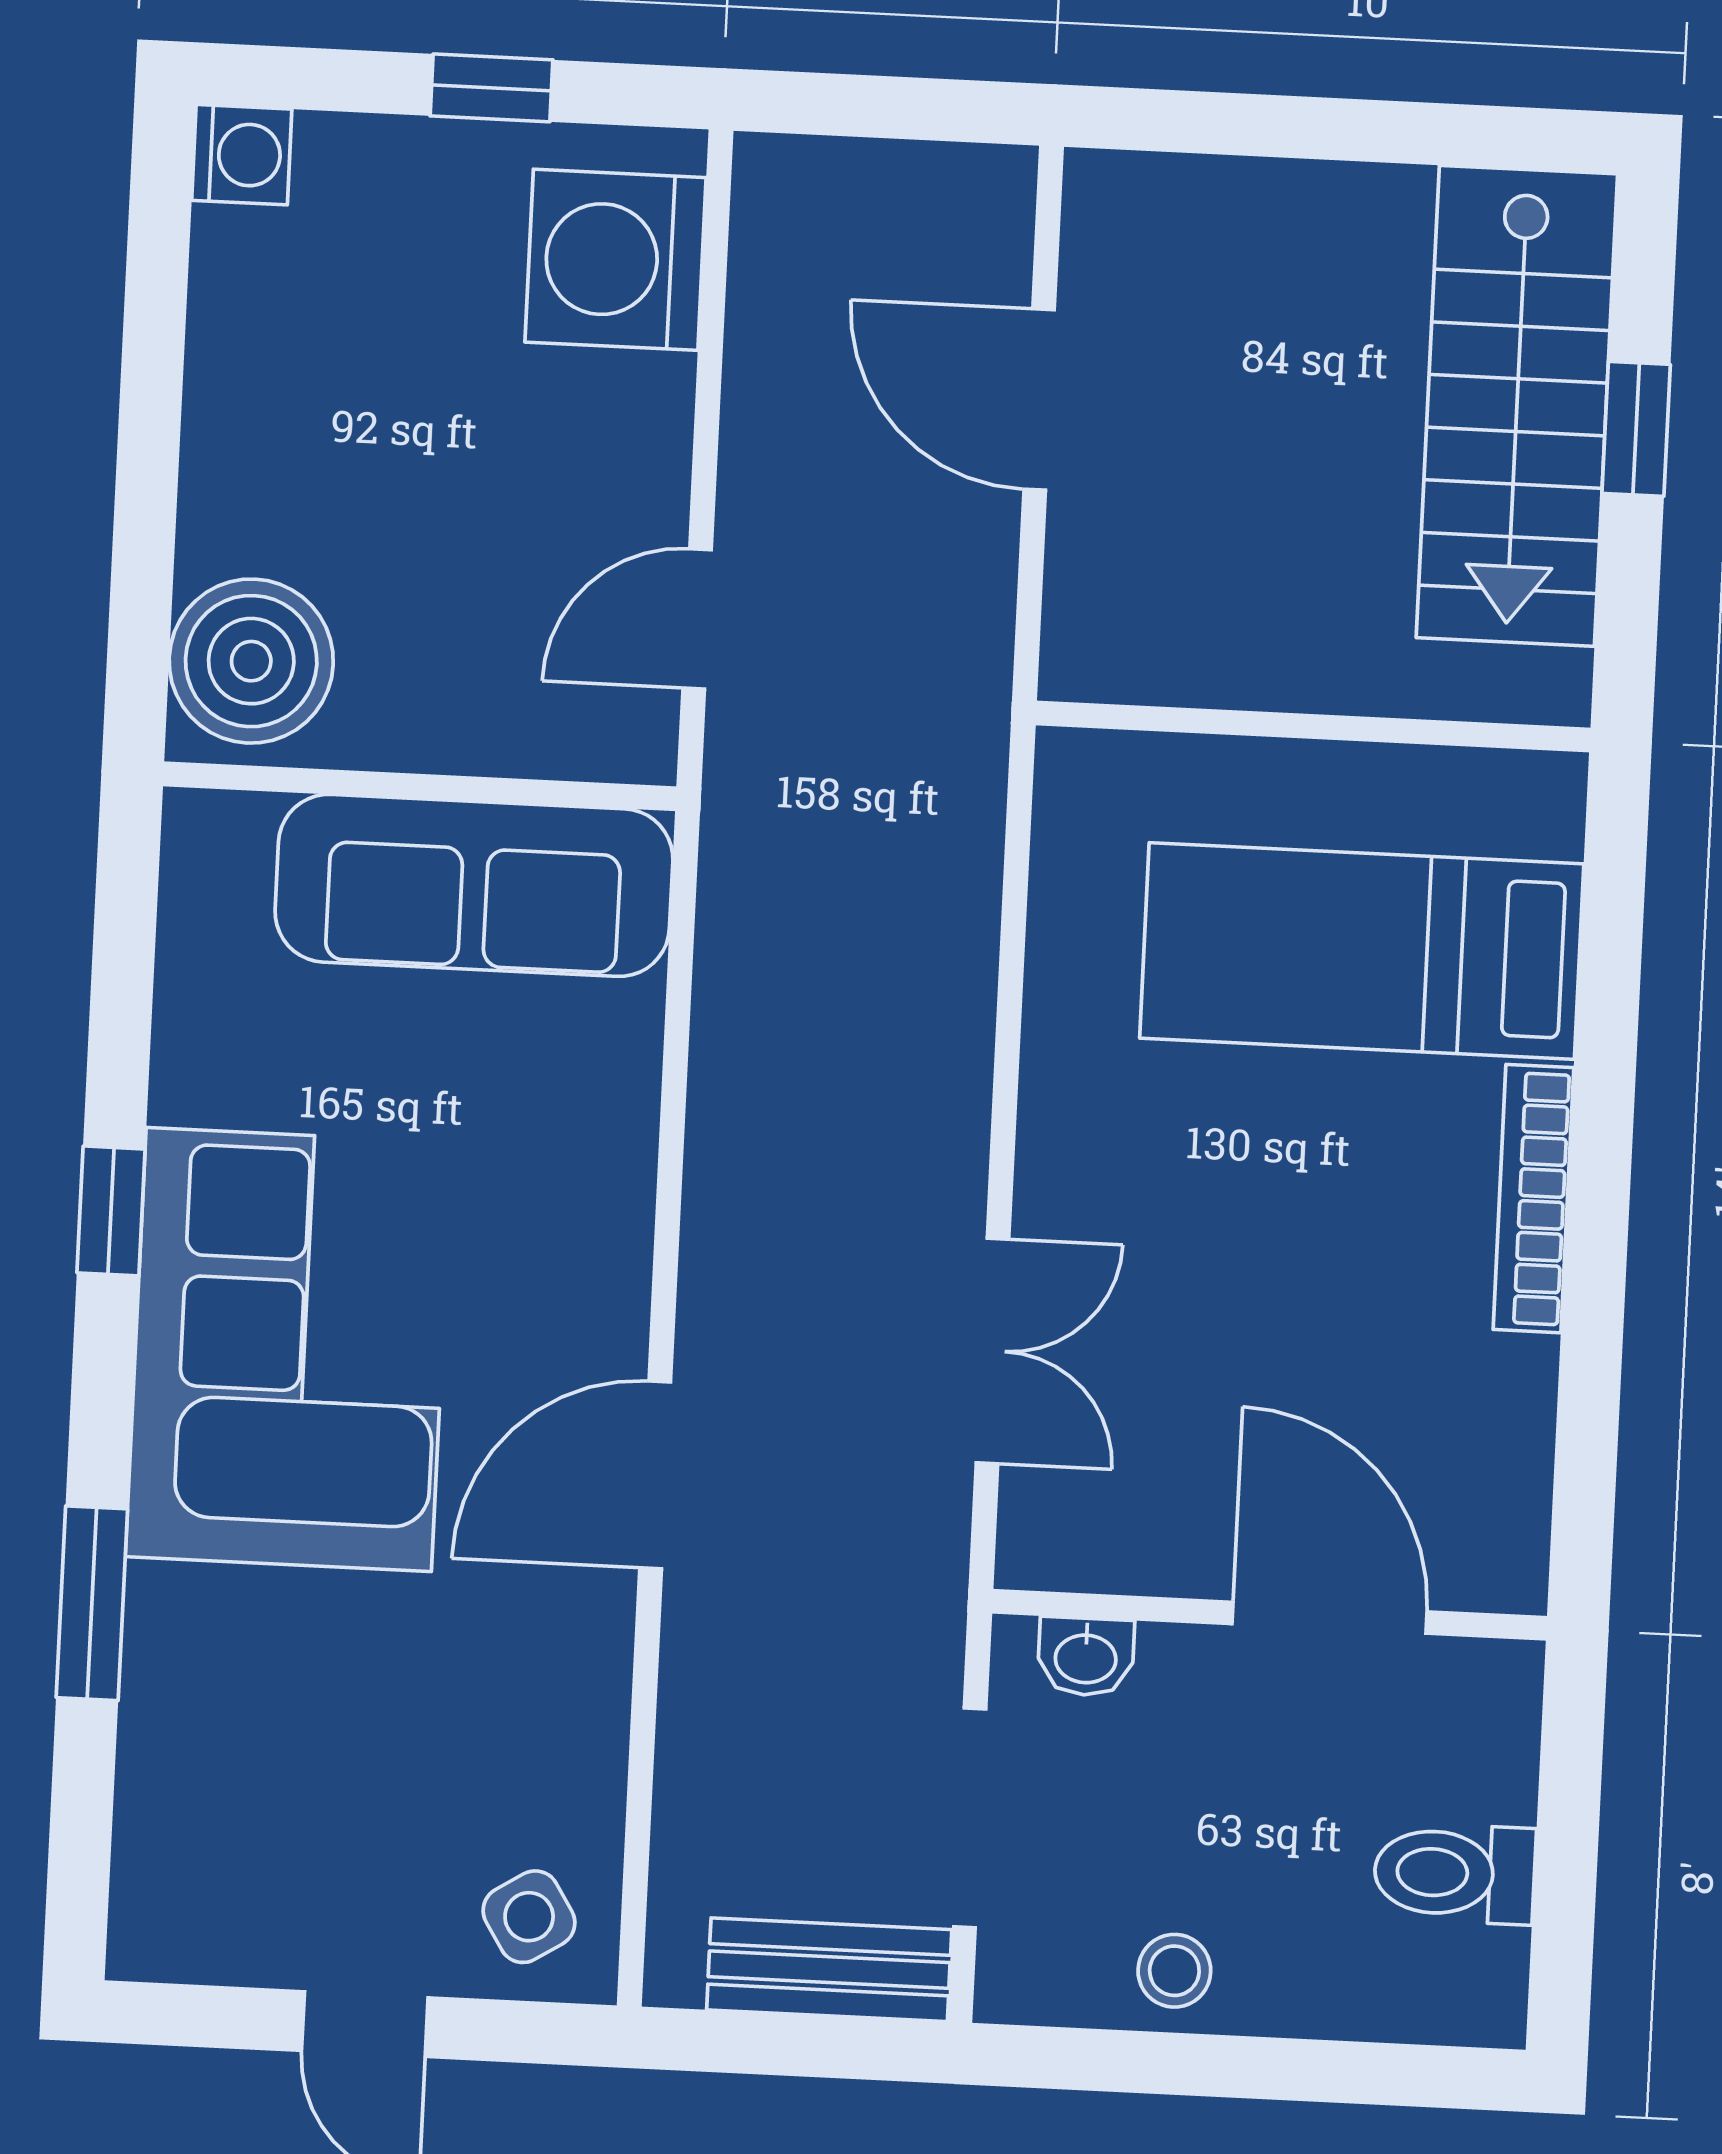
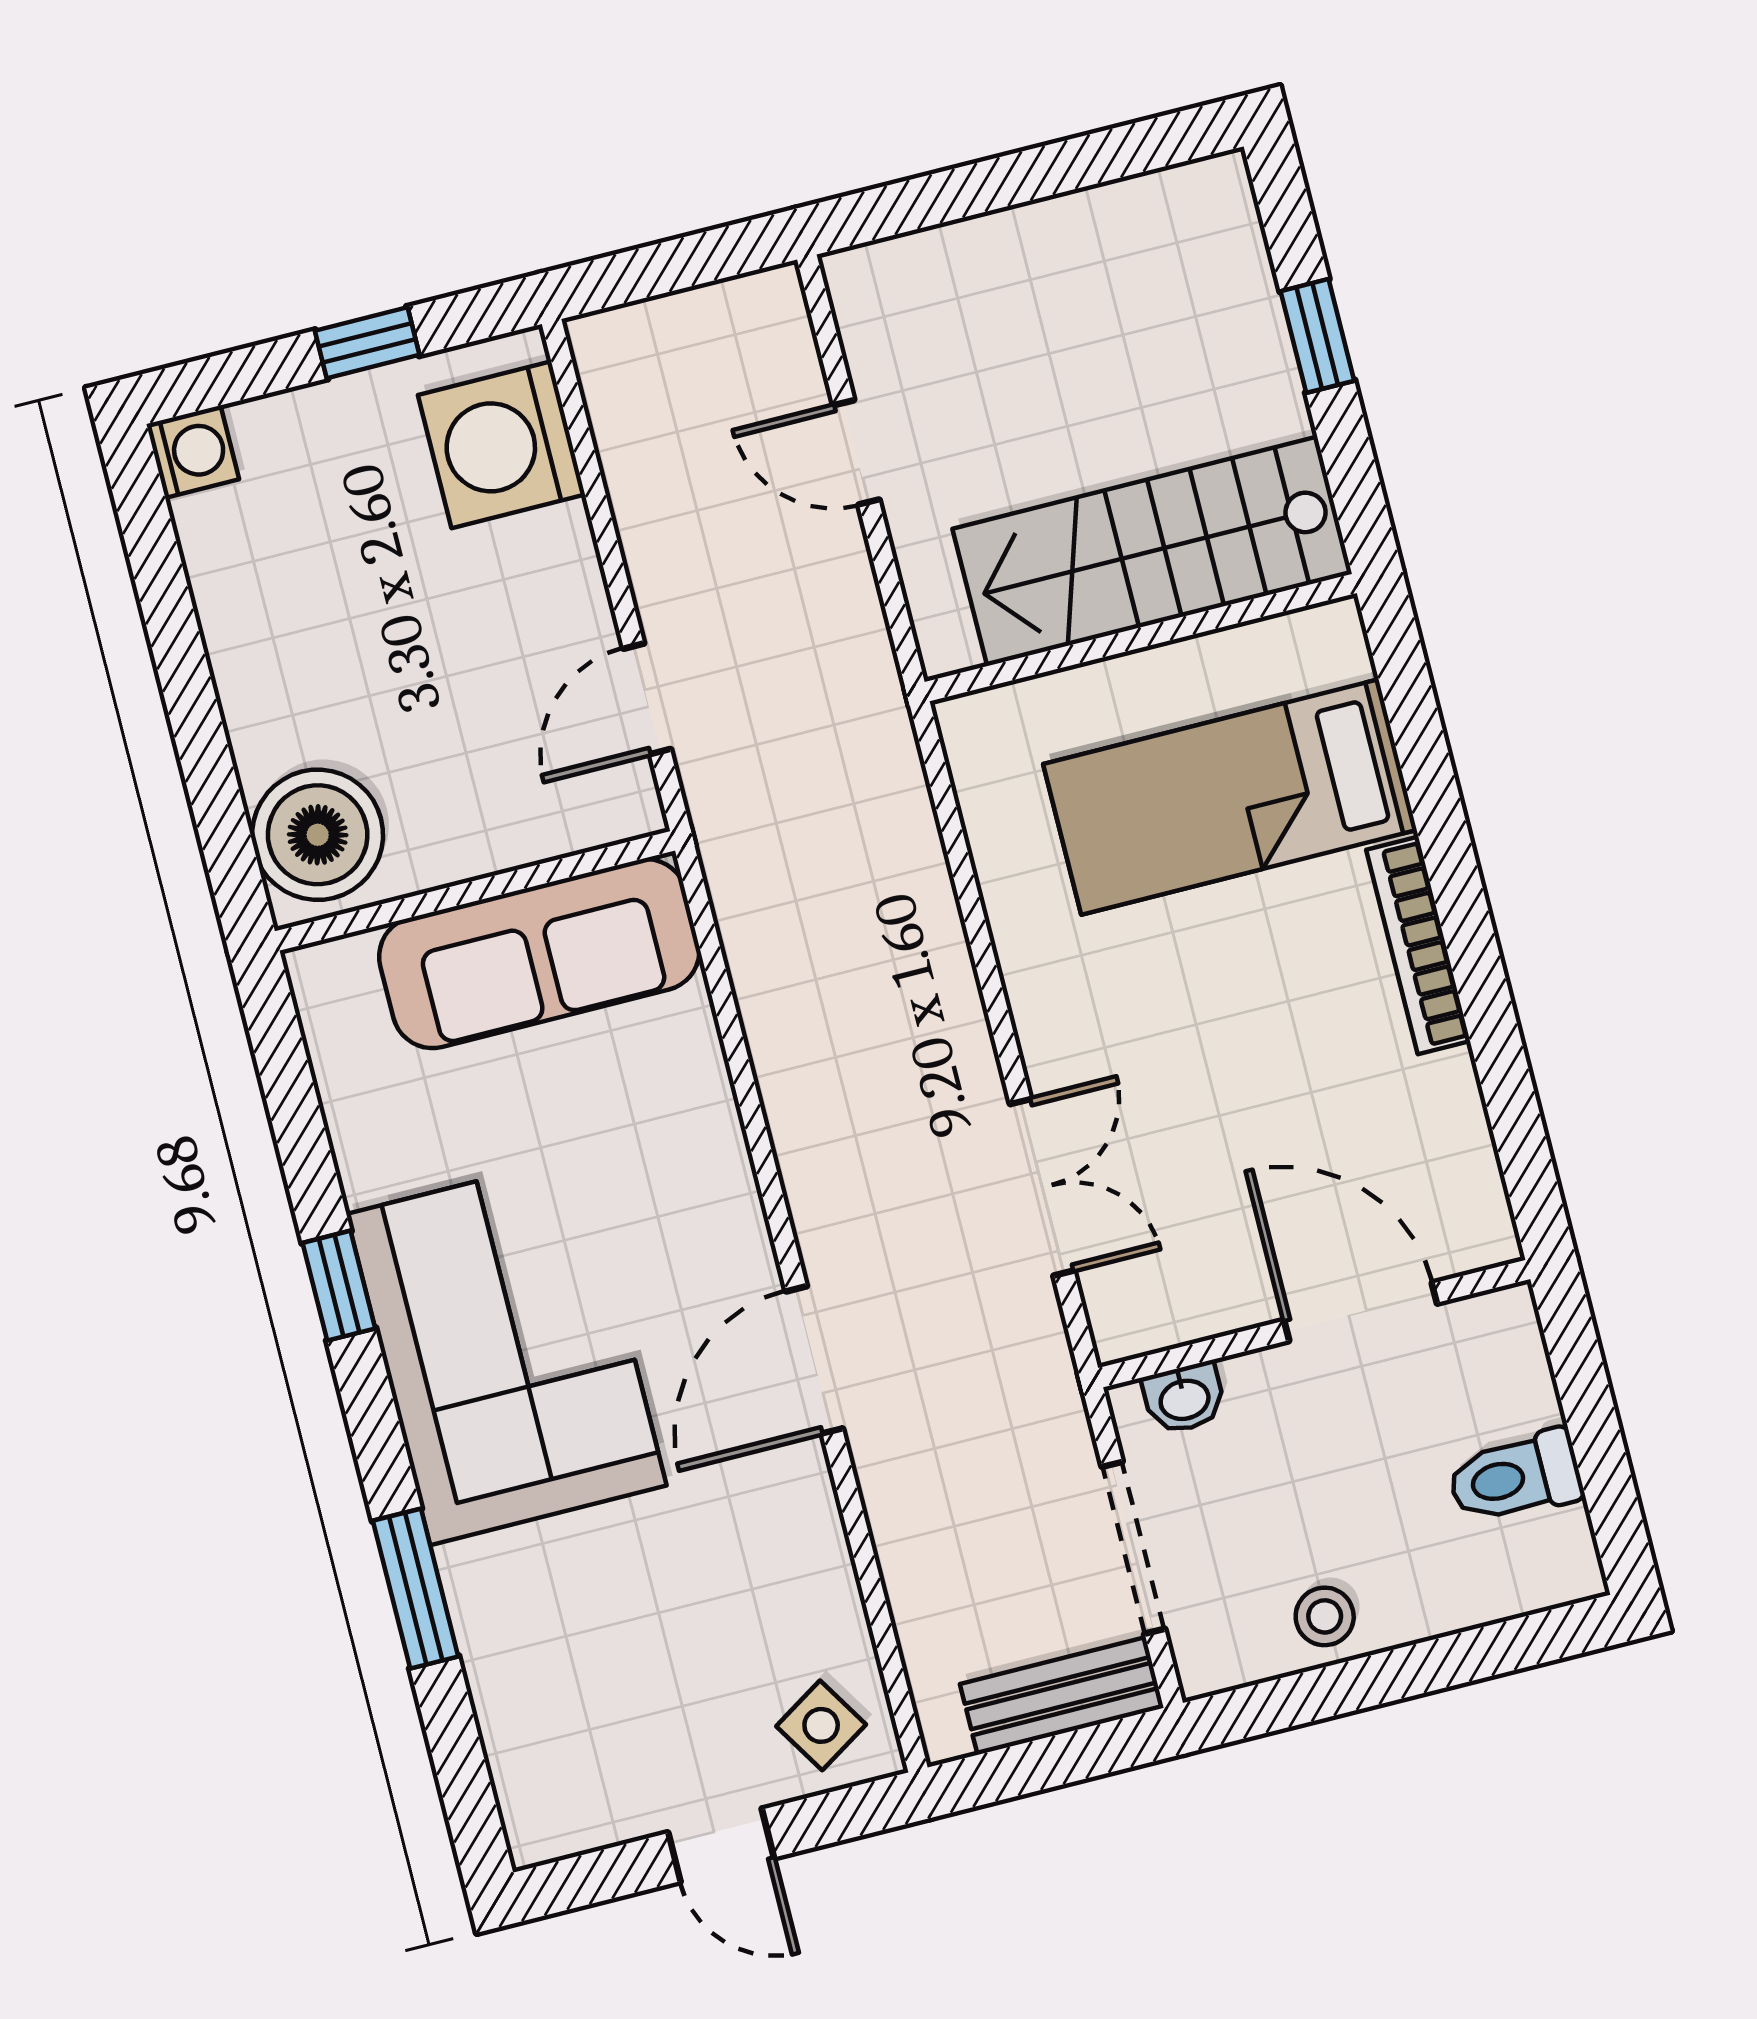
door: (1039, 399) -> (856, 452), width x0.73
stairs: (1517, 406) -> (1152, 551), moved, turned 90

